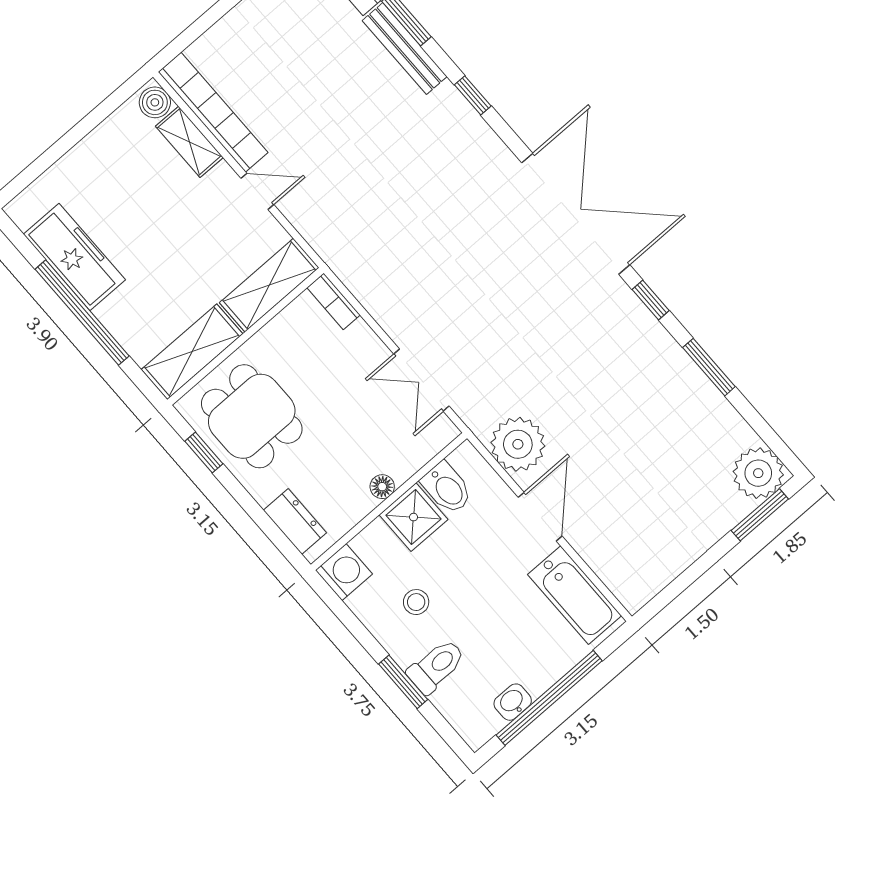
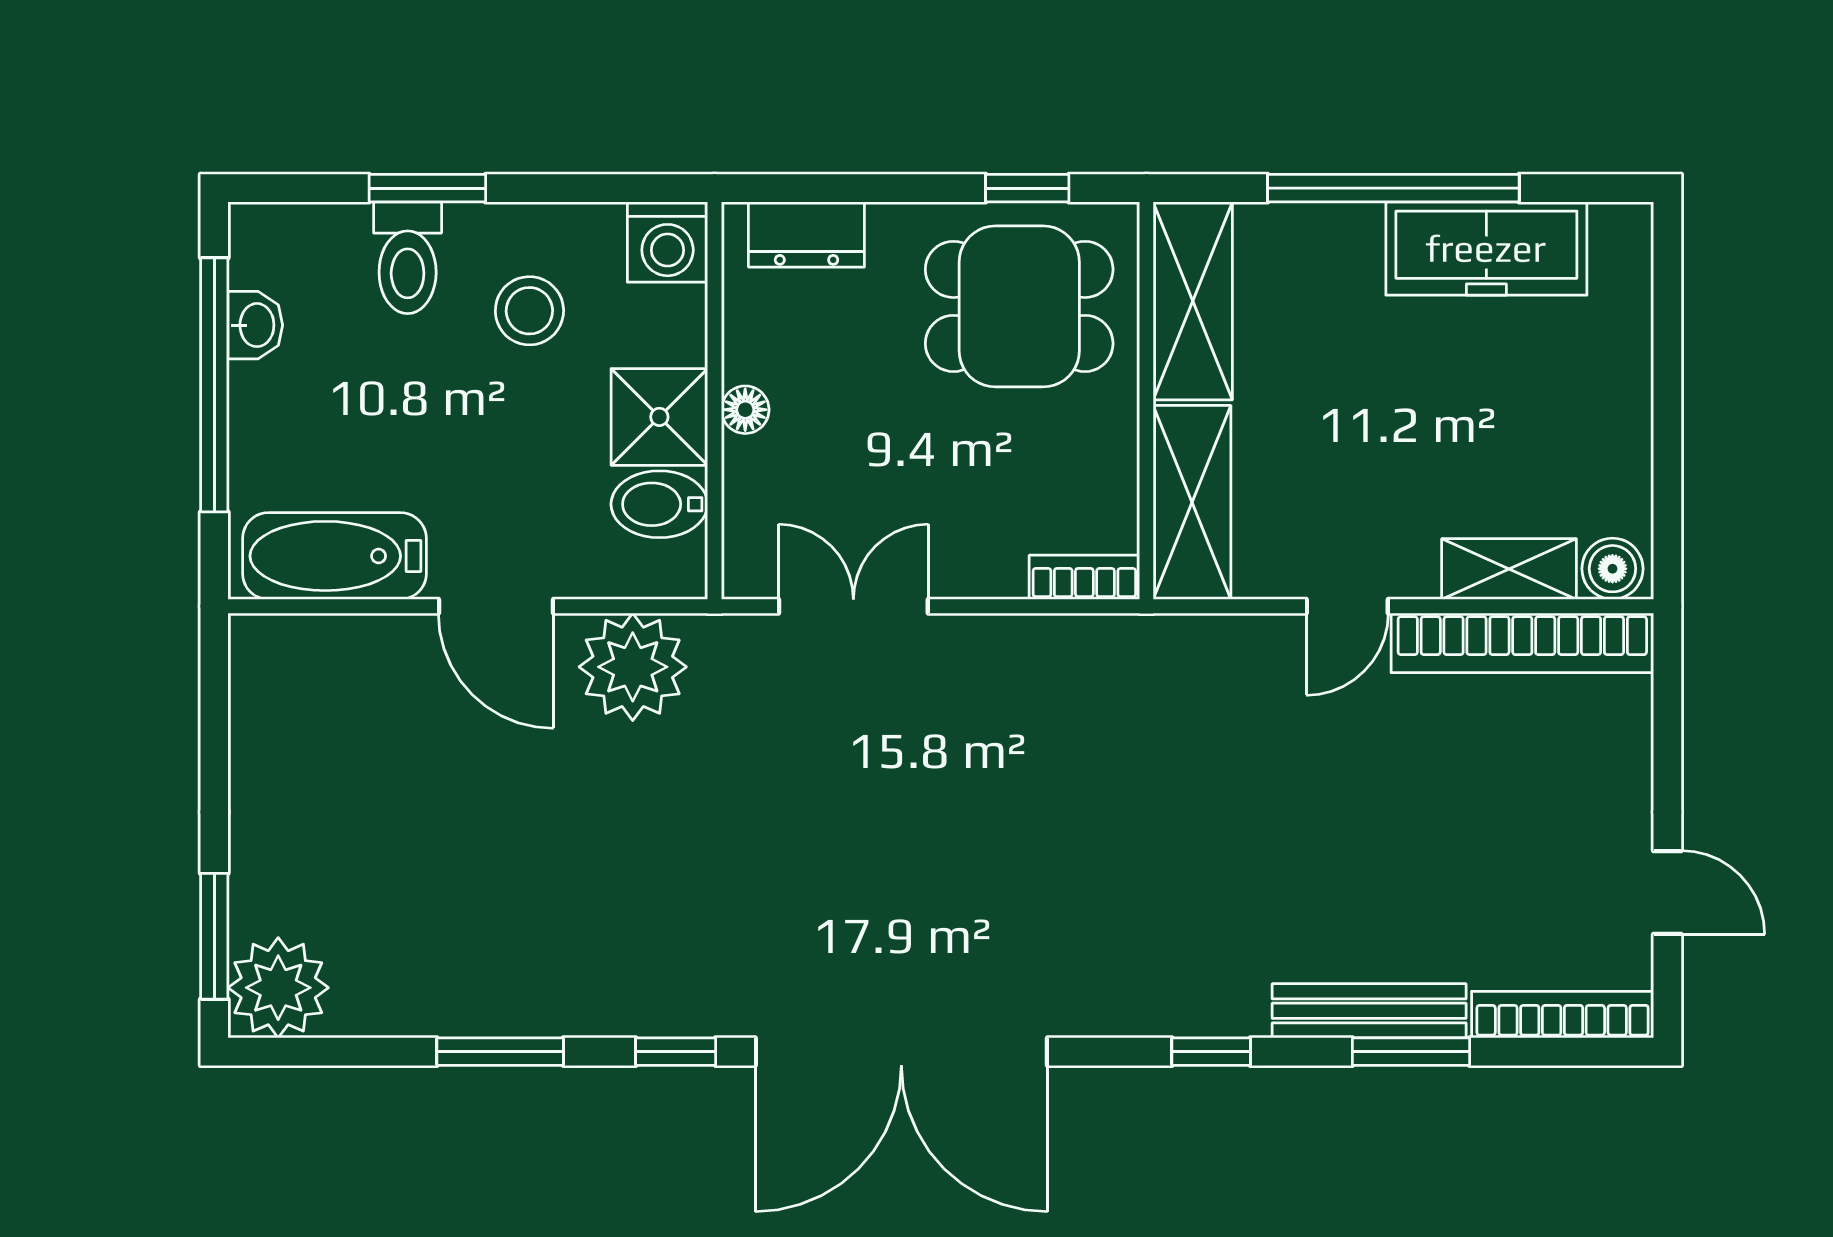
stool: (416, 602) -> (529, 311), width x1.37, depth x1.37

